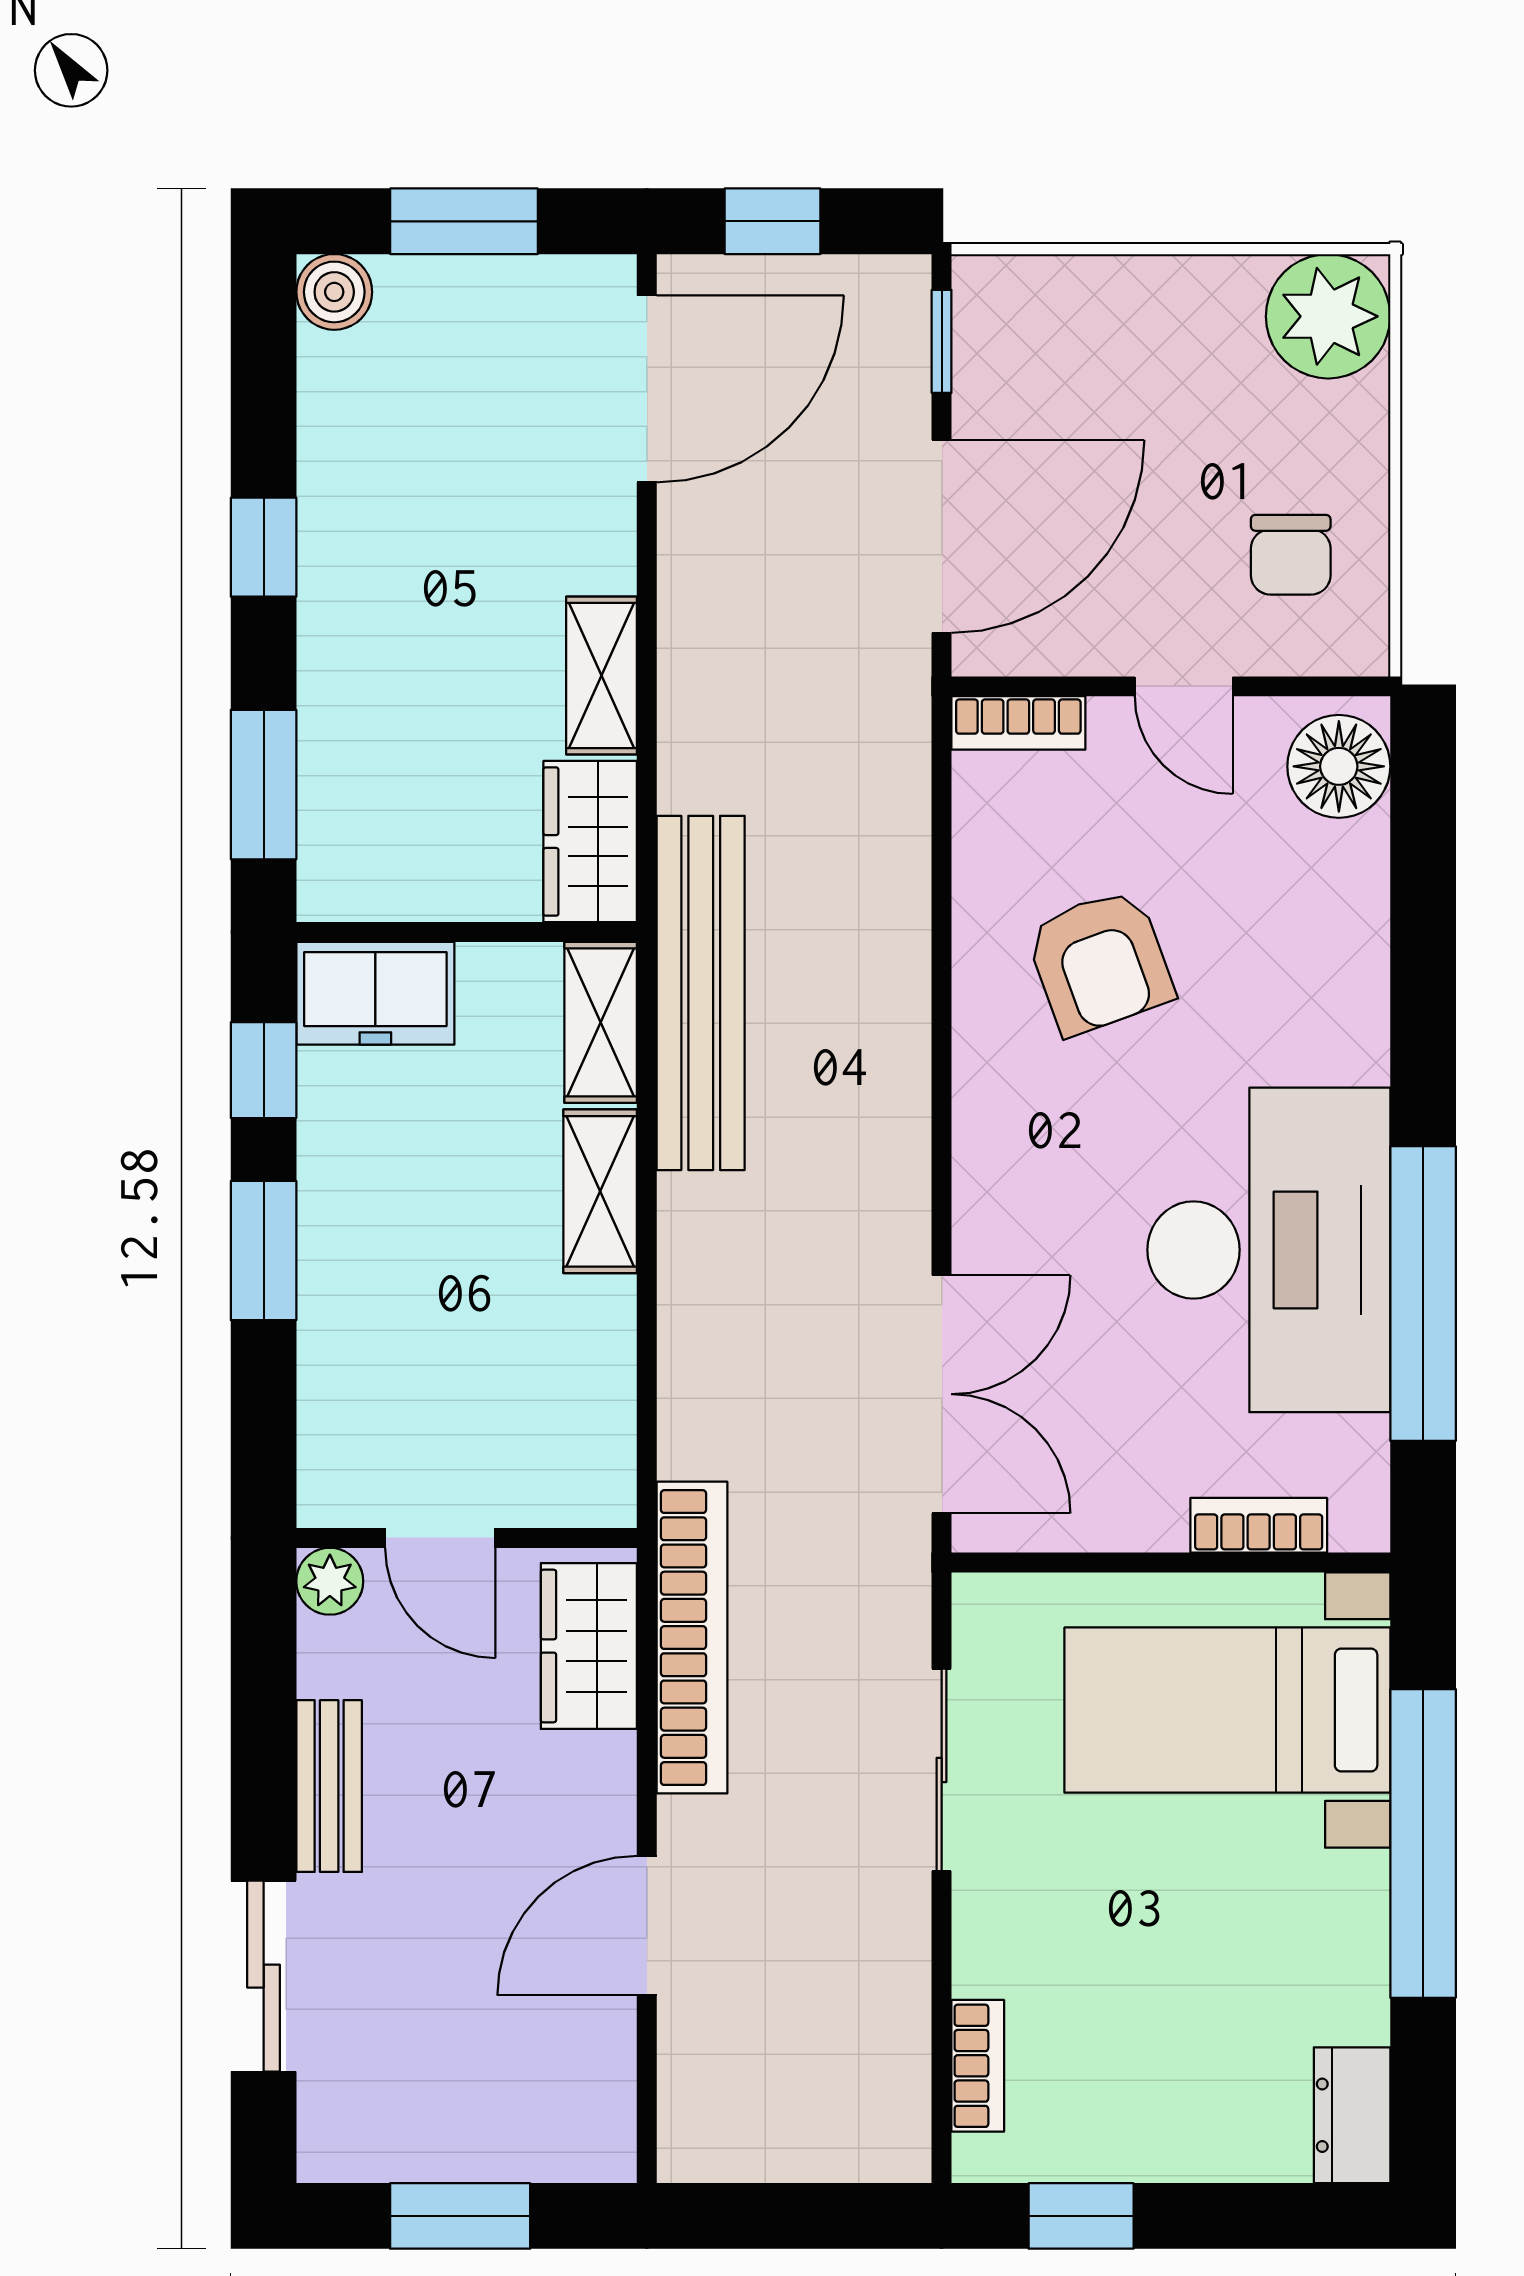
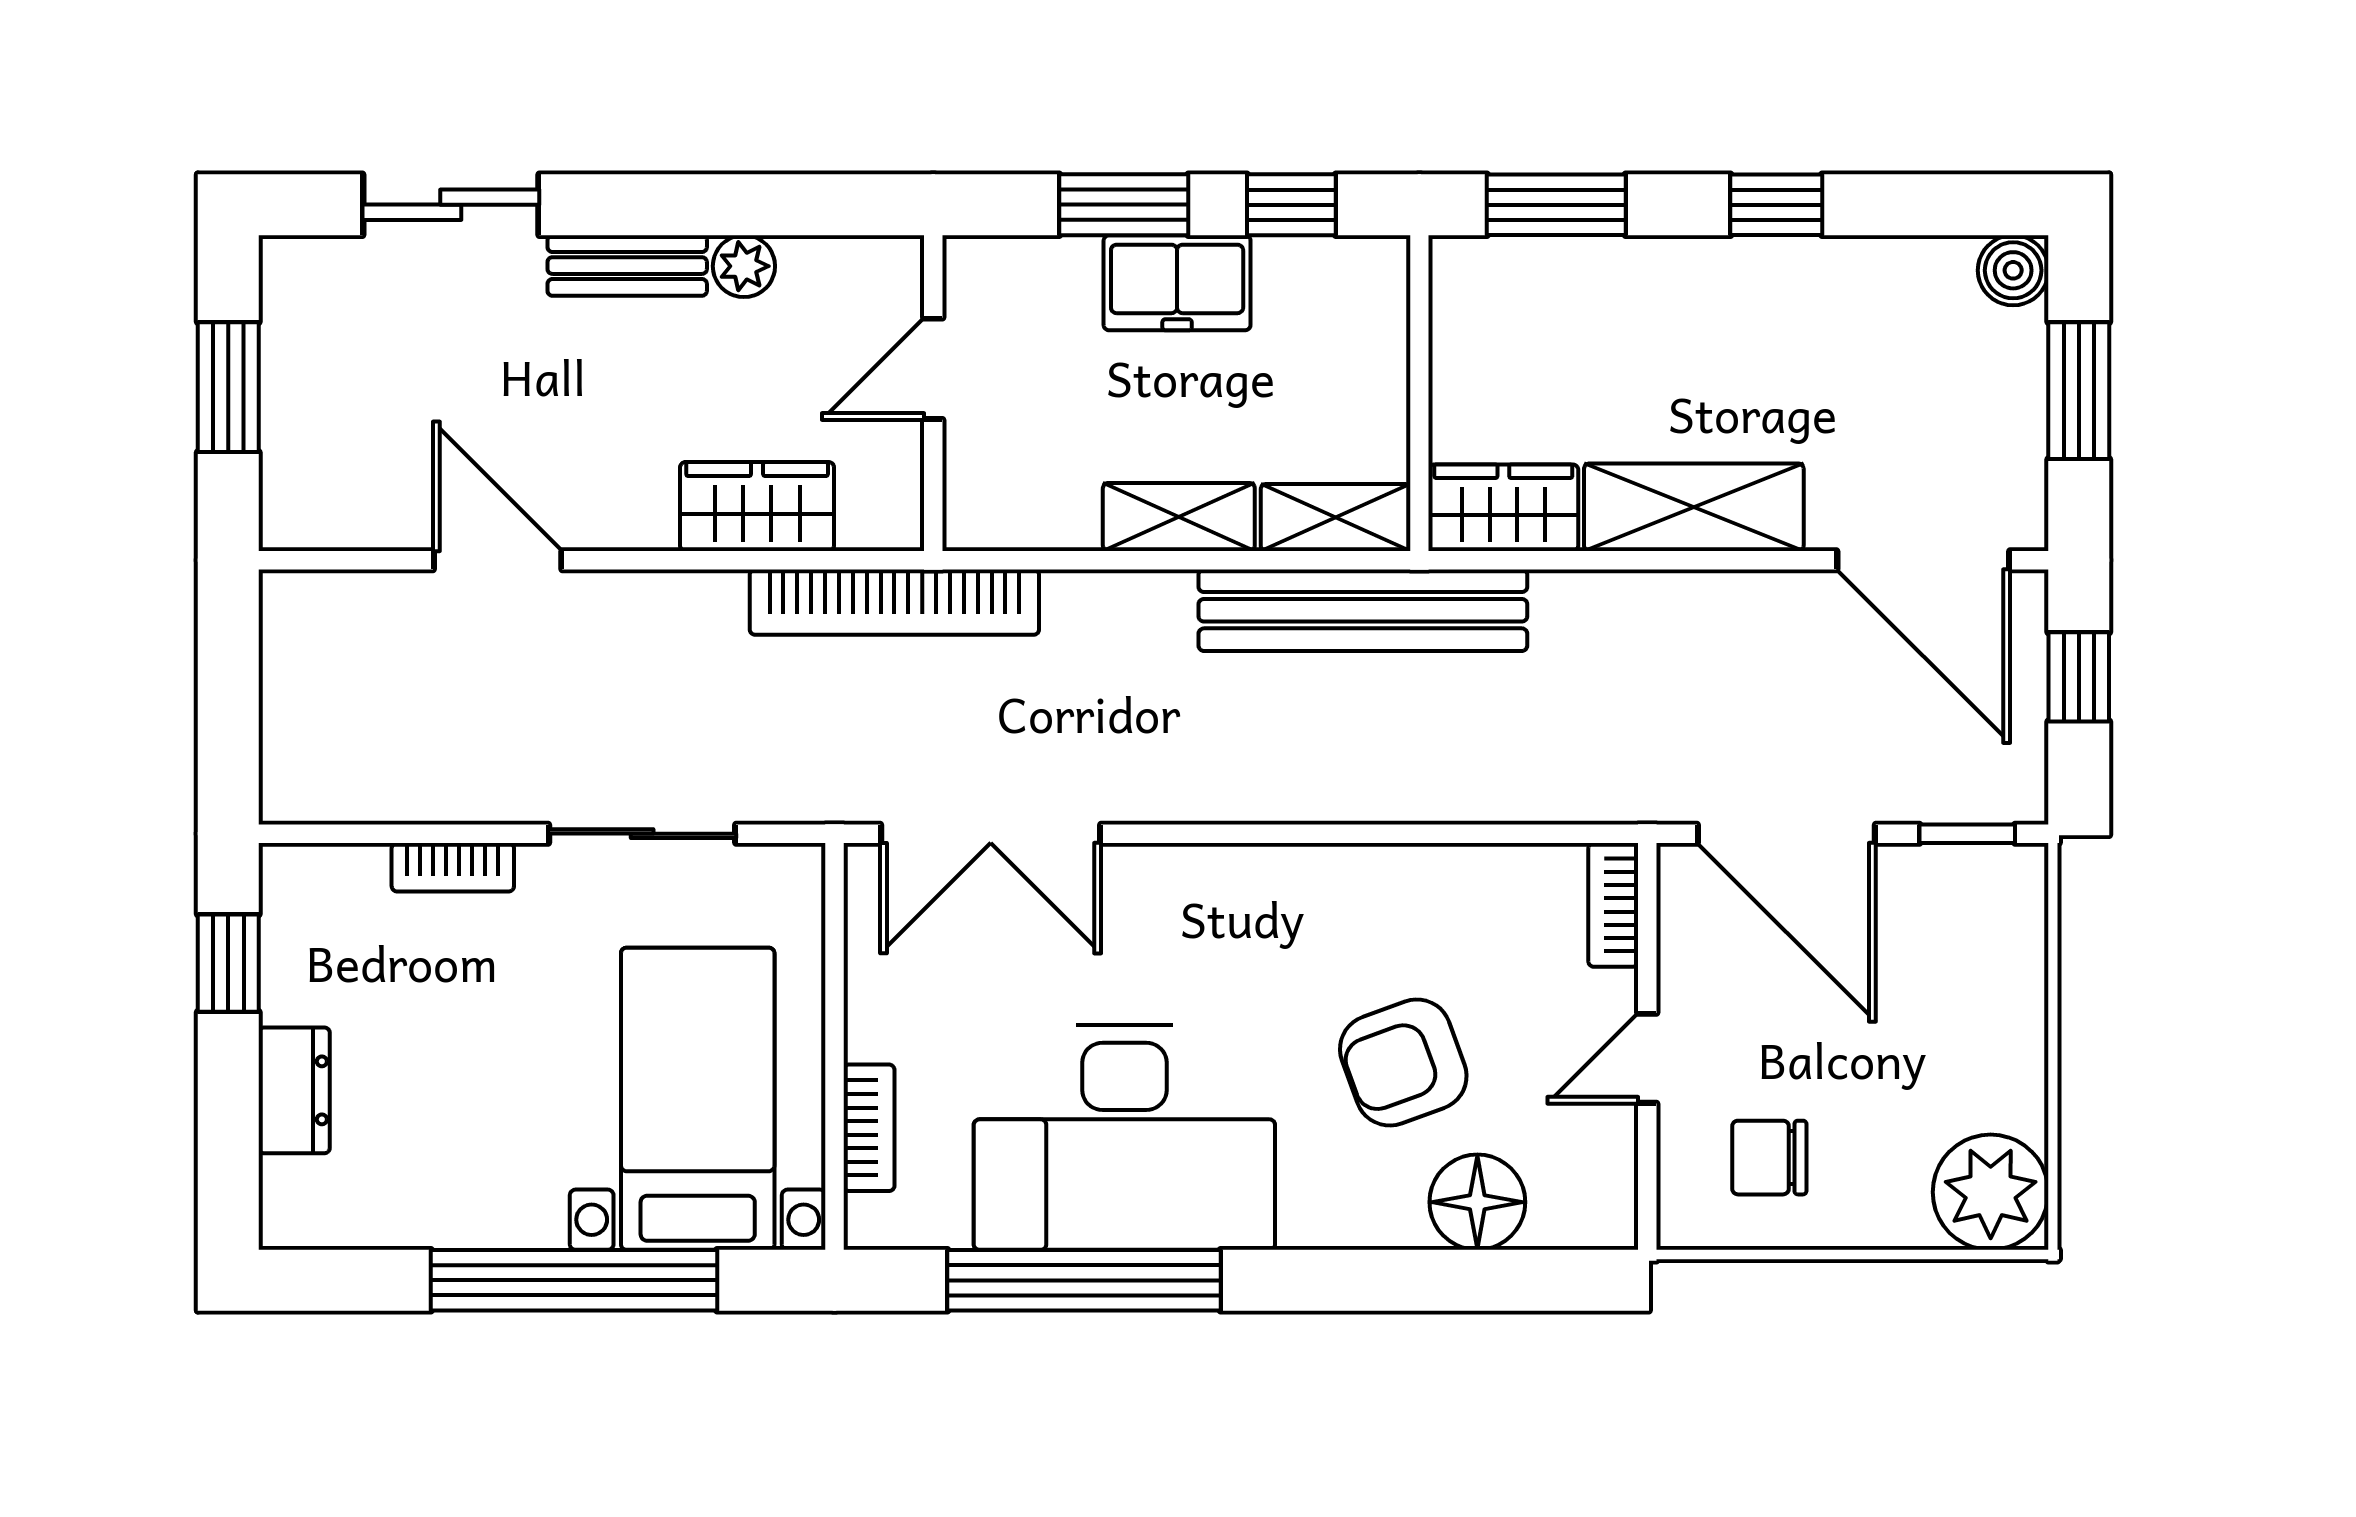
shelving: (601, 676) -> (1694, 507), width x1.50, depth x1.33
floor lamp: (1339, 766) -> (1477, 1202), moved
armchair: (1100, 962) -> (1403, 1062), moved
freezer: (375, 993) -> (1177, 283), moved, turned -90
door: (440, 1538) -> (933, 369), moved
wall: (467, 1538) -> (933, 393), moved
plant: (330, 1581) -> (744, 266), moved
bookcase: (692, 1638) -> (894, 602), moved
bookcase: (978, 2066) -> (453, 867), moved
dresser: (1352, 2115) -> (294, 1090), moved, turned 90

